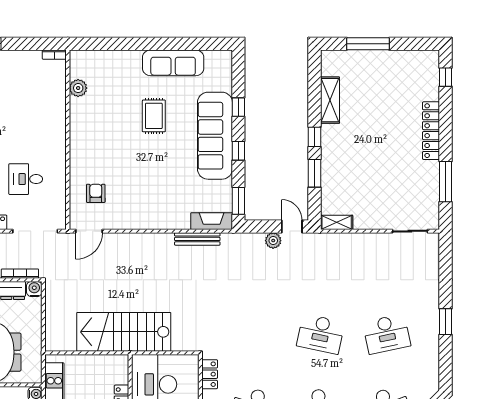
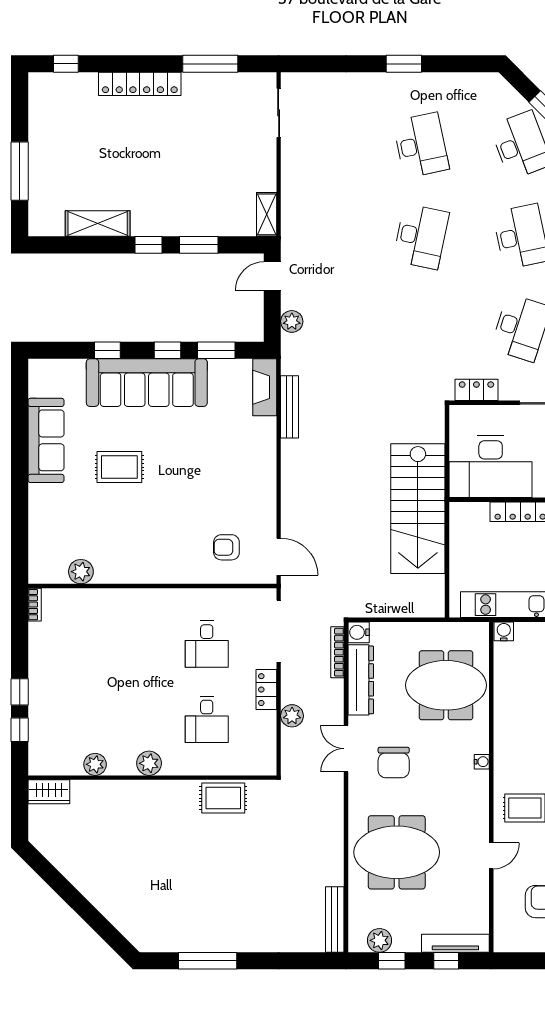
window: (238, 201) -> (216, 350), moved
plant: (273, 241) -> (292, 321), moved

